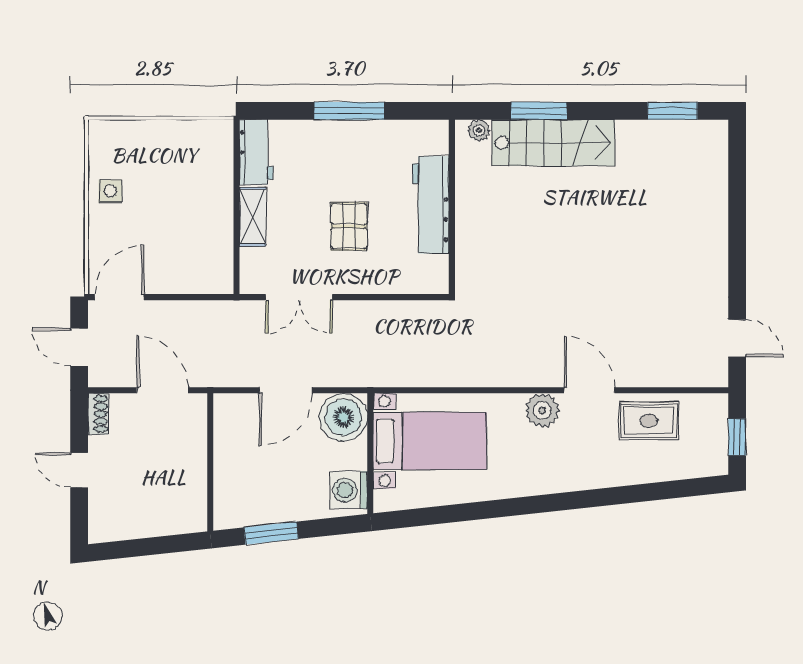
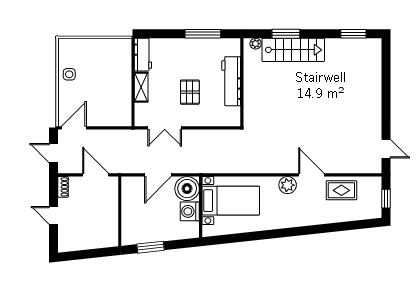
window: (349, 111) -> (203, 34), moved
washing machine: (349, 490) -> (190, 211), moved

